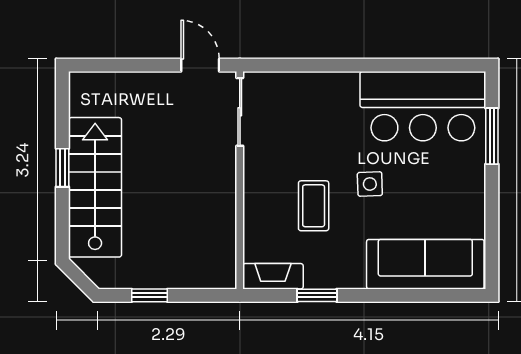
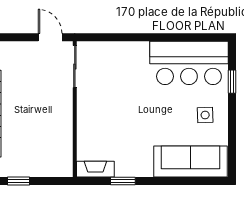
window: (492, 136) -> (232, 82), width x0.67
side table: (370, 184) -> (205, 115), moved
coffee table: (314, 206) -> (121, 125), removed

